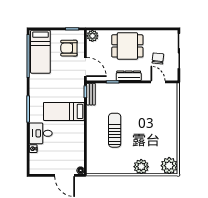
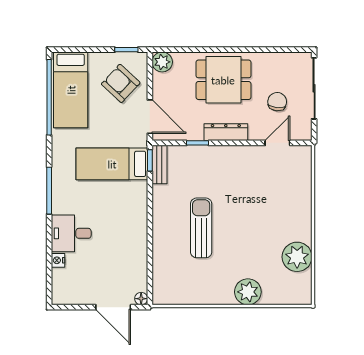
armchair: (69, 48) -> (121, 83), turned 43
door: (158, 82) -> (277, 143), hinge flipped
bed: (64, 111) -> (112, 164), moved
plant: (169, 166) -> (297, 257), moved

